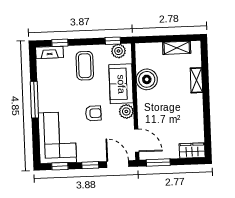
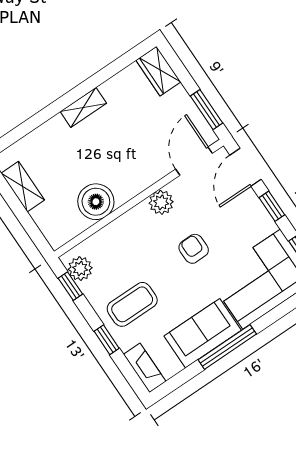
window: (60, 43) -> (107, 340), moved
shelving: (196, 80) -> (83, 107), moved
sofa: (121, 84) -> (203, 333), moved, turned 180

